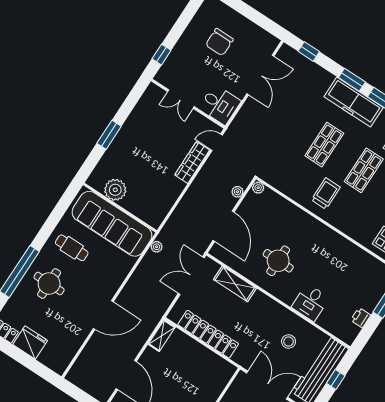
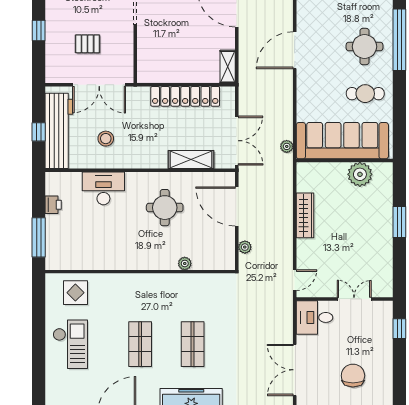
wardrobe: (192, 162) -> (305, 215), moved
plant: (258, 188) -> (185, 263), moved
trolley: (326, 194) -> (161, 299), removed
desk: (310, 302) -> (103, 188), width x1.37

